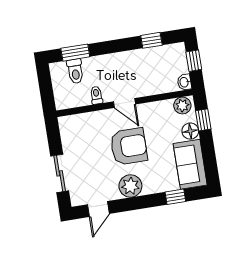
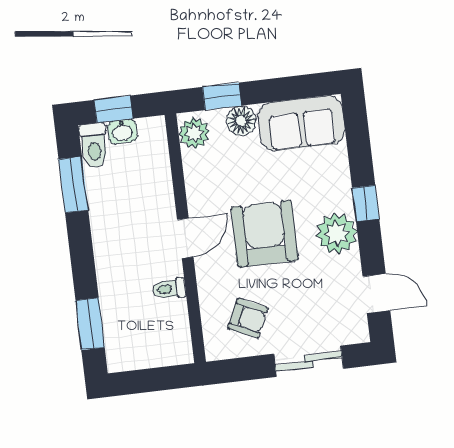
window: (151, 40) -> (73, 185), width x1.50
toilet: (75, 71) -> (94, 145), moved, turned 90
washbasin: (184, 82) -> (122, 131), moved
armchair: (82, 139) -> (248, 318), added
window: (175, 197) -> (366, 203), moved

